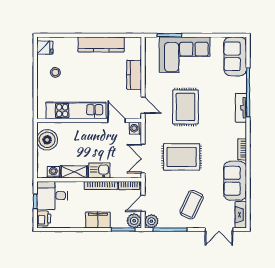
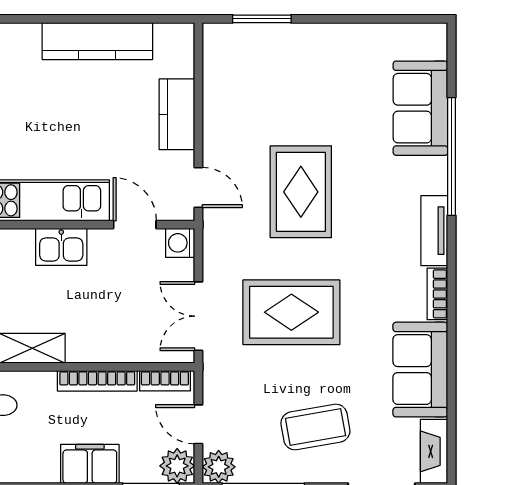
corner sofa: (185, 55) -> (299, 66), removed
sofa: (235, 56) -> (420, 108), moved
tv unit: (241, 108) -> (434, 231), moved
kitchen sink: (99, 170) -> (61, 247), moved, turned 180
door: (143, 203) -> (198, 424), hinge flipped
coffee table: (192, 205) -> (315, 427), turned 55

